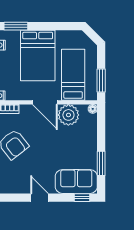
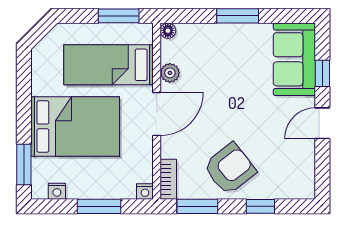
plant: (68, 115) -> (170, 73), width x0.53, depth x0.53
window: (101, 163) -> (238, 16), moved
window: (82, 198) -> (322, 73), moved

